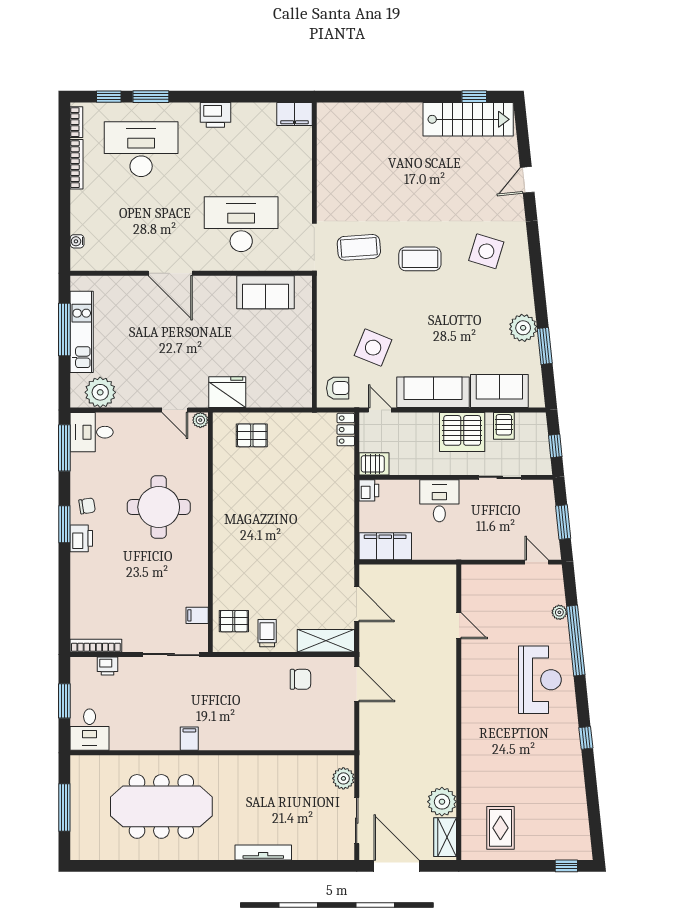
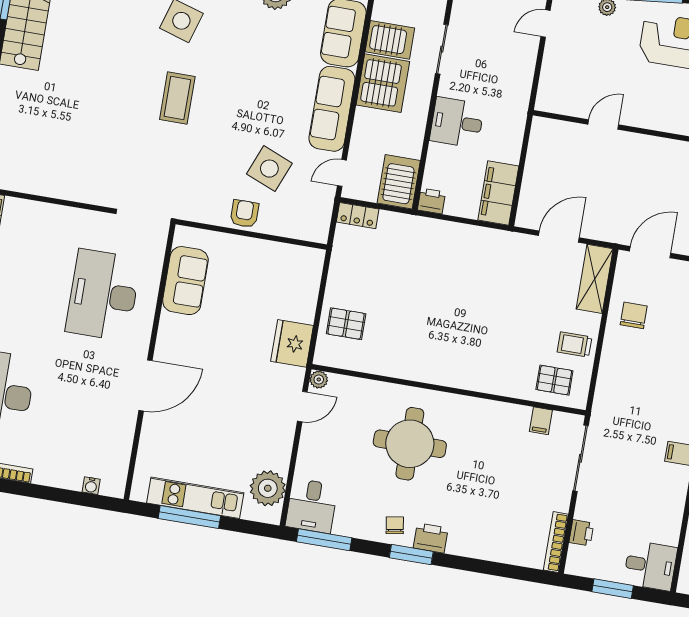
coffee table: (359, 247) -> (152, 165), removed
armchair: (338, 388) -> (244, 214), moved
server rack: (504, 426) -> (390, 40), width x1.36, depth x1.44
pallet: (252, 435) -> (346, 324), turned 90
server rack: (374, 464) -> (399, 182), width x1.36, depth x1.44
pallet: (234, 621) -> (554, 380), turned 90

